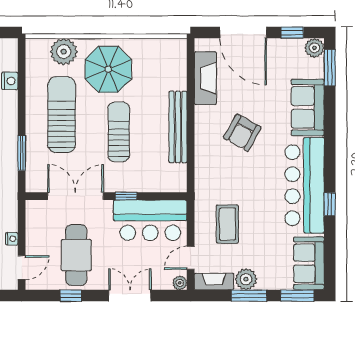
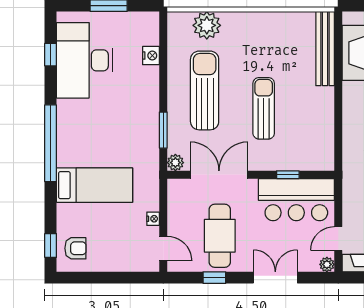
parasol: (108, 69) -> (253, 43), removed
bench: (178, 127) -> (325, 49), moved
plant: (33, 184) -> (175, 163), added
window: (126, 196) -> (288, 175), moved
door: (22, 268) -> (163, 249), hinge flipped

